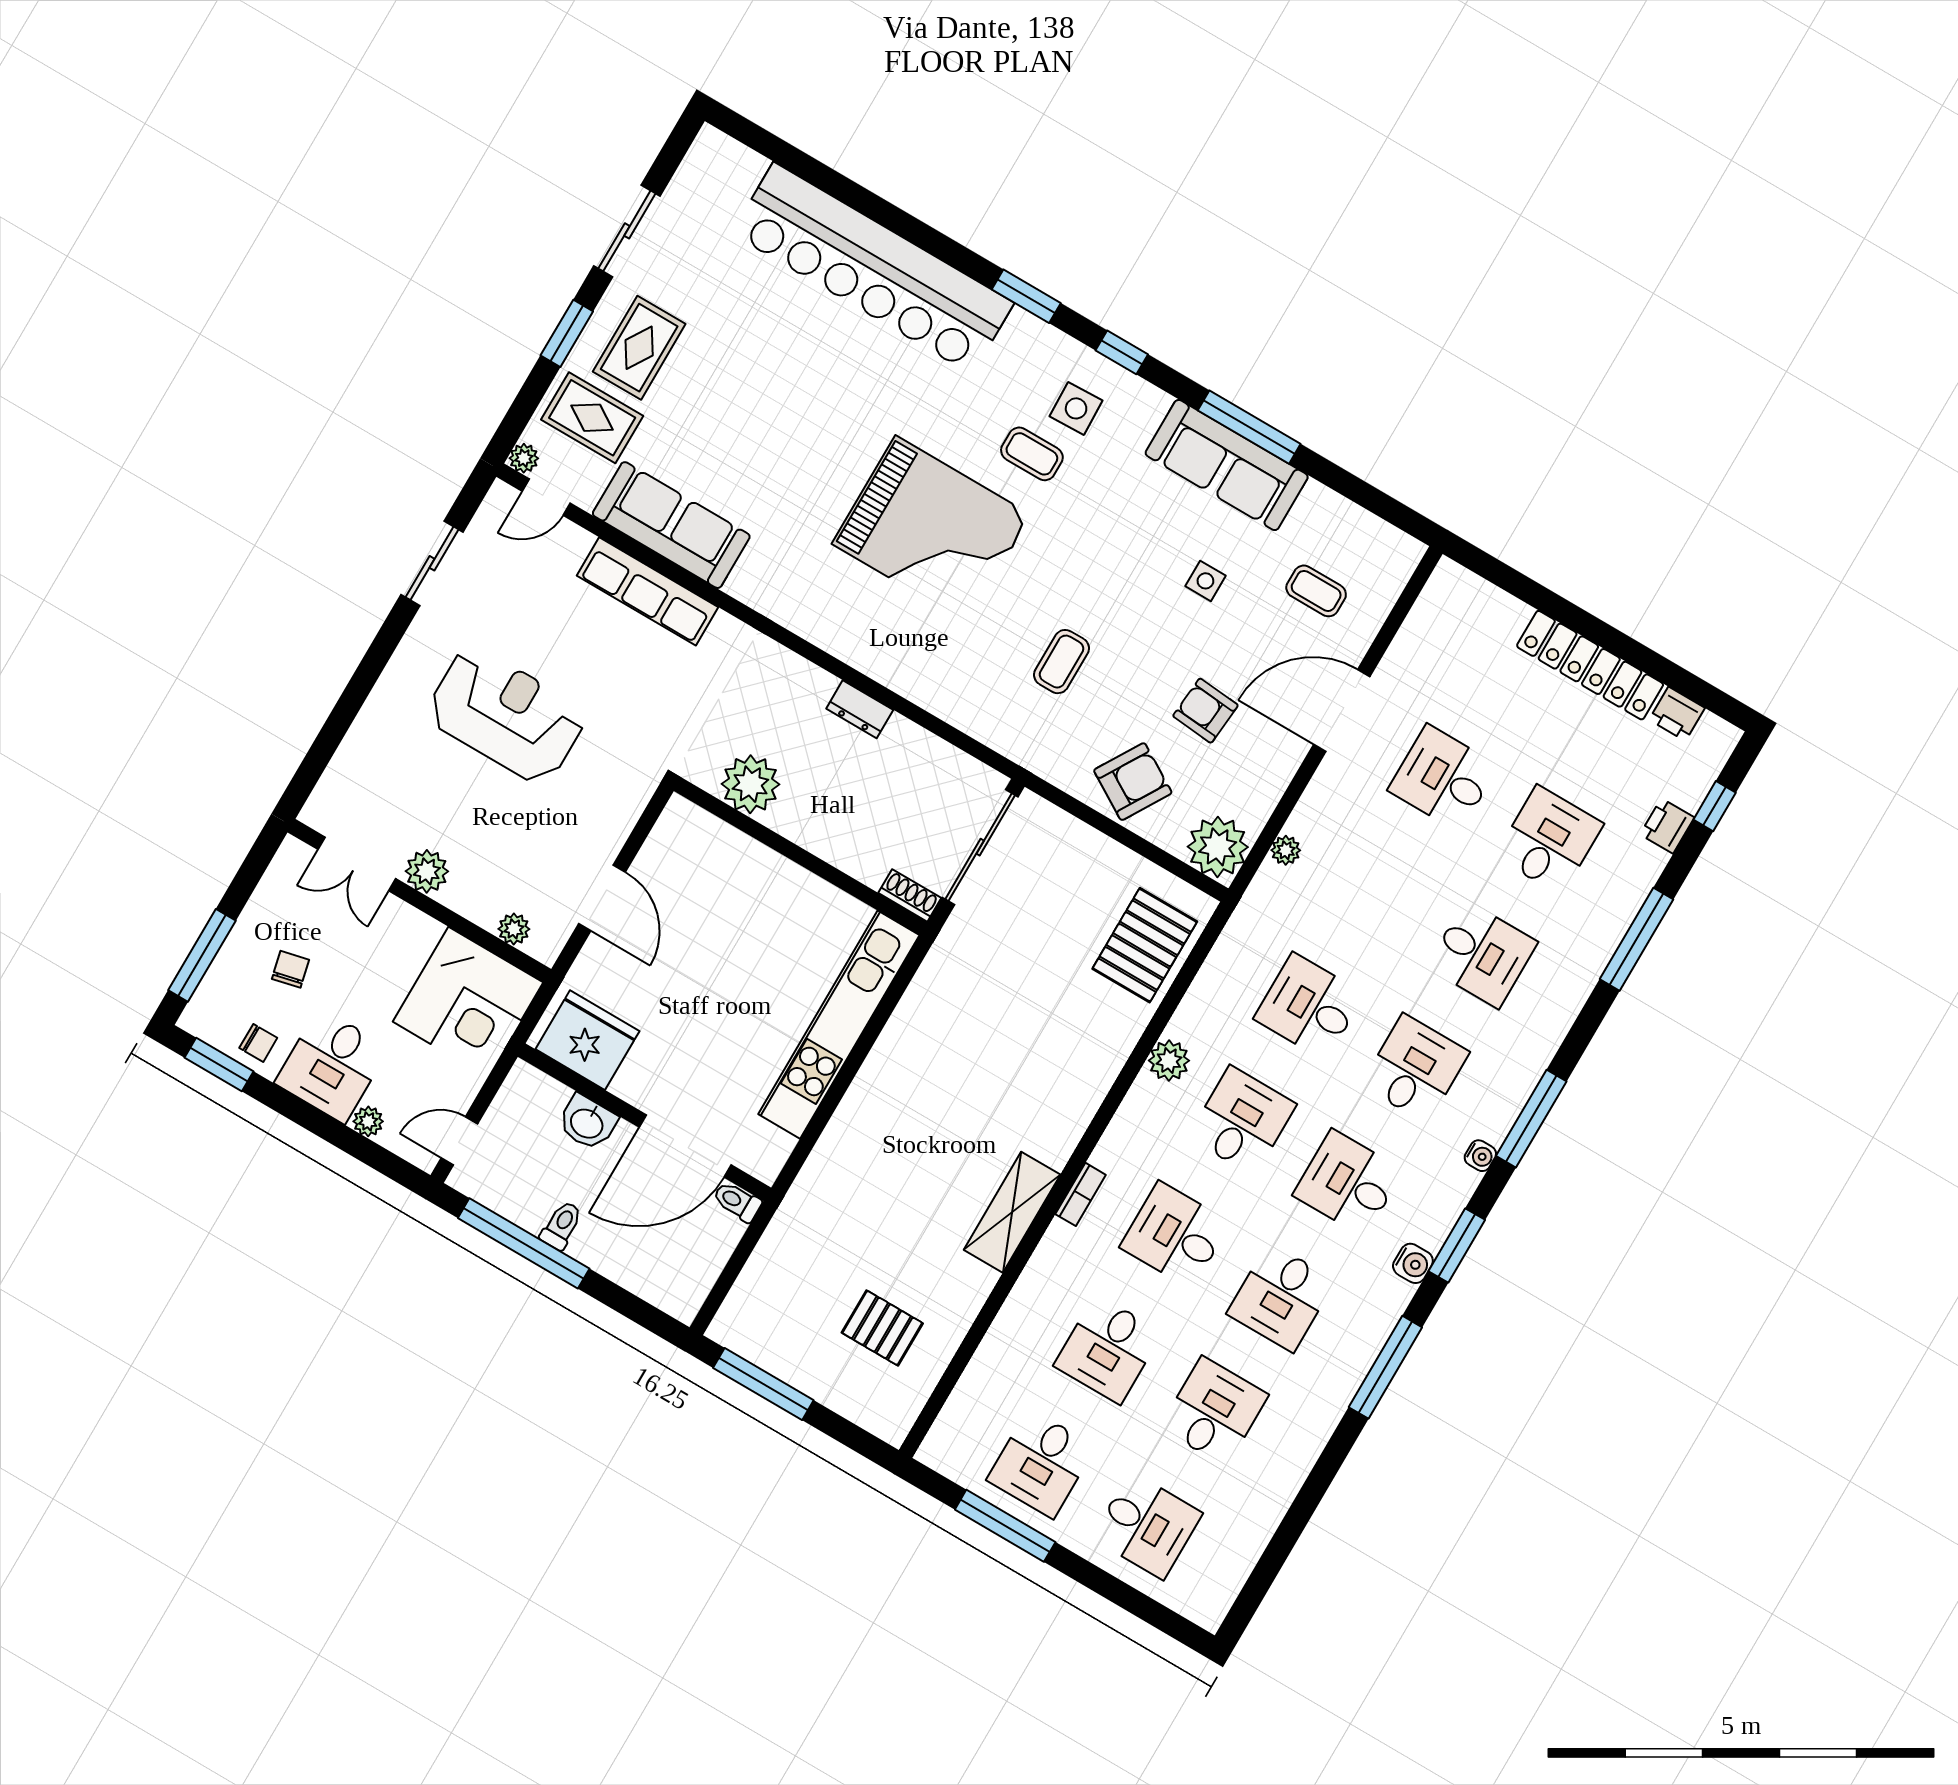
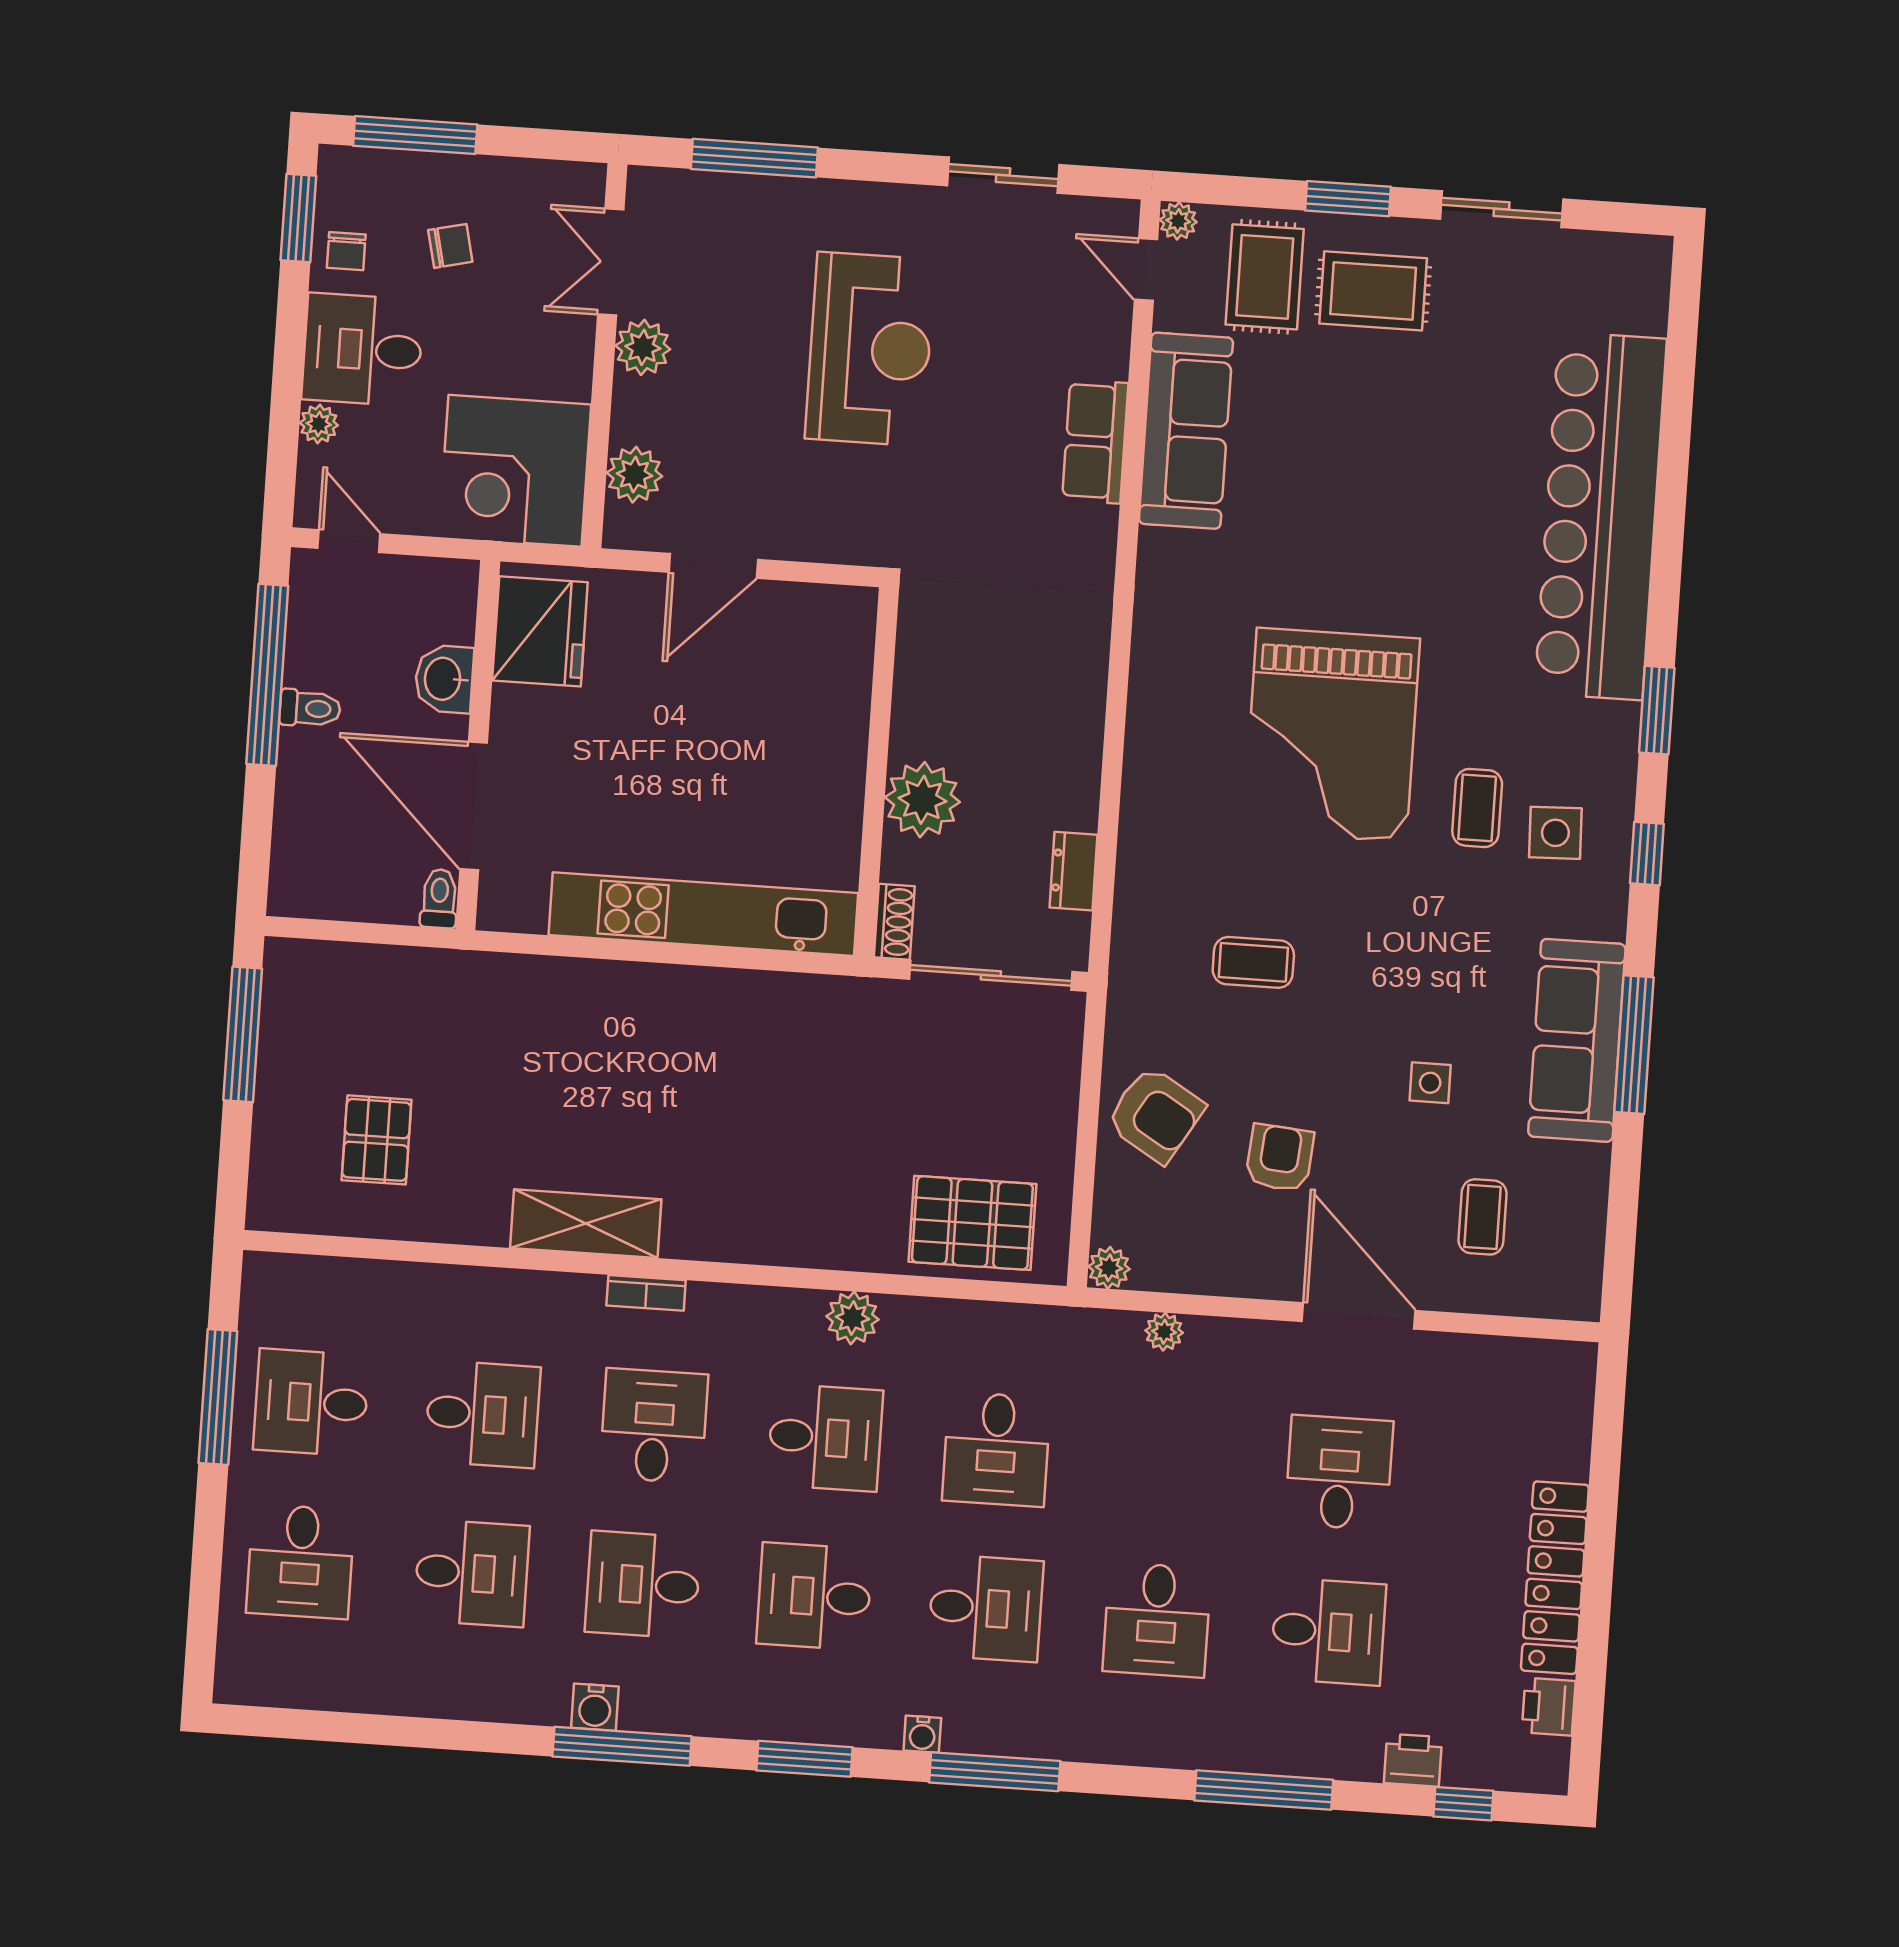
row of seats: (647, 591) -> (1095, 441), width x0.68
dresser: (860, 709) -> (1074, 871), moved
window: (335, 729) -> (754, 158), added
plant: (750, 784) -> (922, 800), moved
plant: (1218, 847) -> (1109, 1268), width x0.53, depth x0.53
plant: (514, 929) -> (634, 475), width x1.38, depth x1.38
desk: (1309, 1006) -> (996, 1449), turned 180
desk: (1348, 1183) -> (814, 1596), turned -90
water cooler: (1413, 1263) -> (595, 1707), moved
desk: (1108, 1349) -> (483, 1414), turned 180

